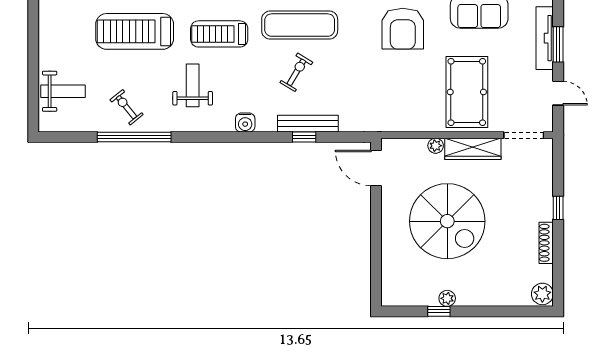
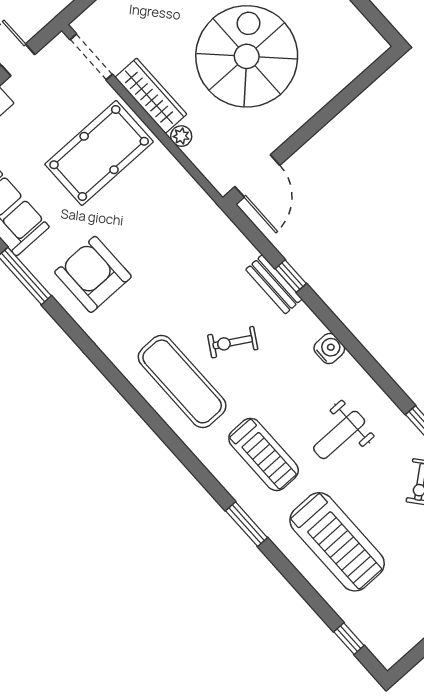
armchair: (403, 29) -> (93, 274), turned -90
bench: (308, 124) -> (274, 284), width x0.73

